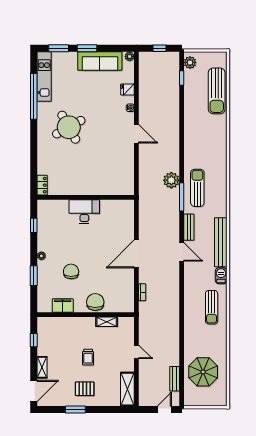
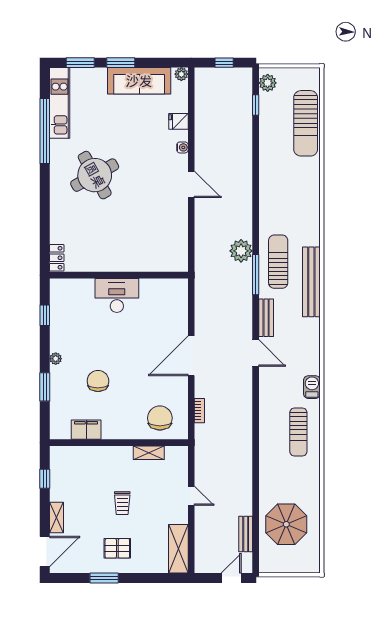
bench: (221, 242) -> (311, 282), moved
chair: (95, 302) -> (160, 418), moved

